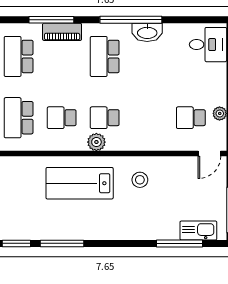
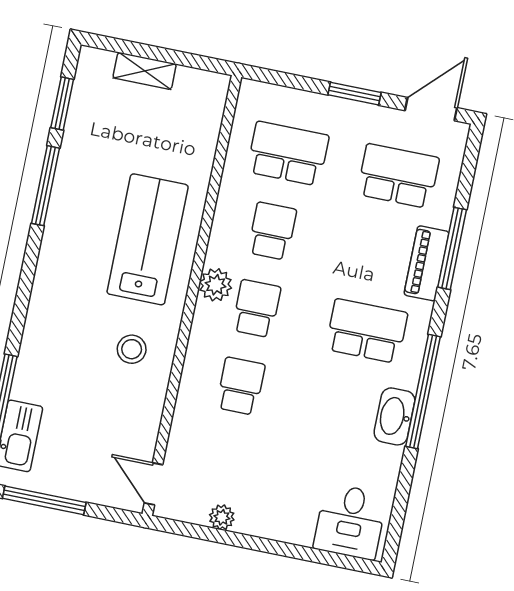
school desk: (191, 118) -> (241, 386), moved

